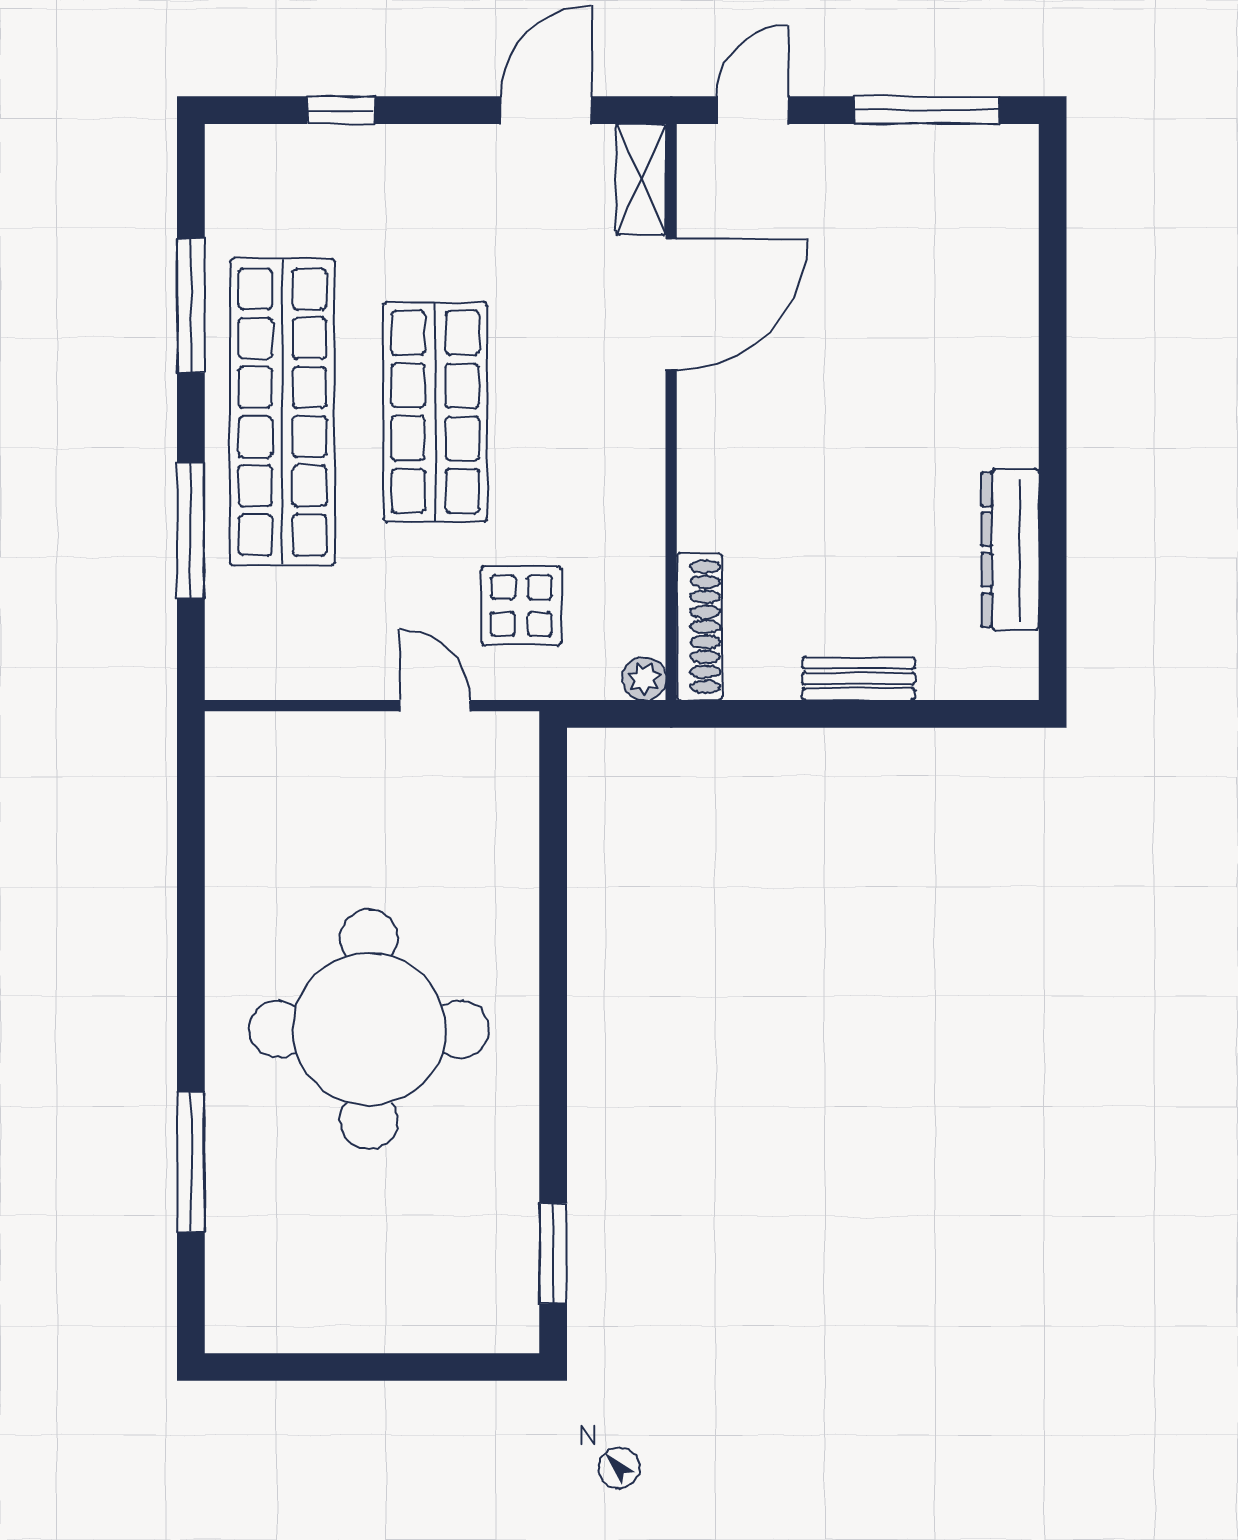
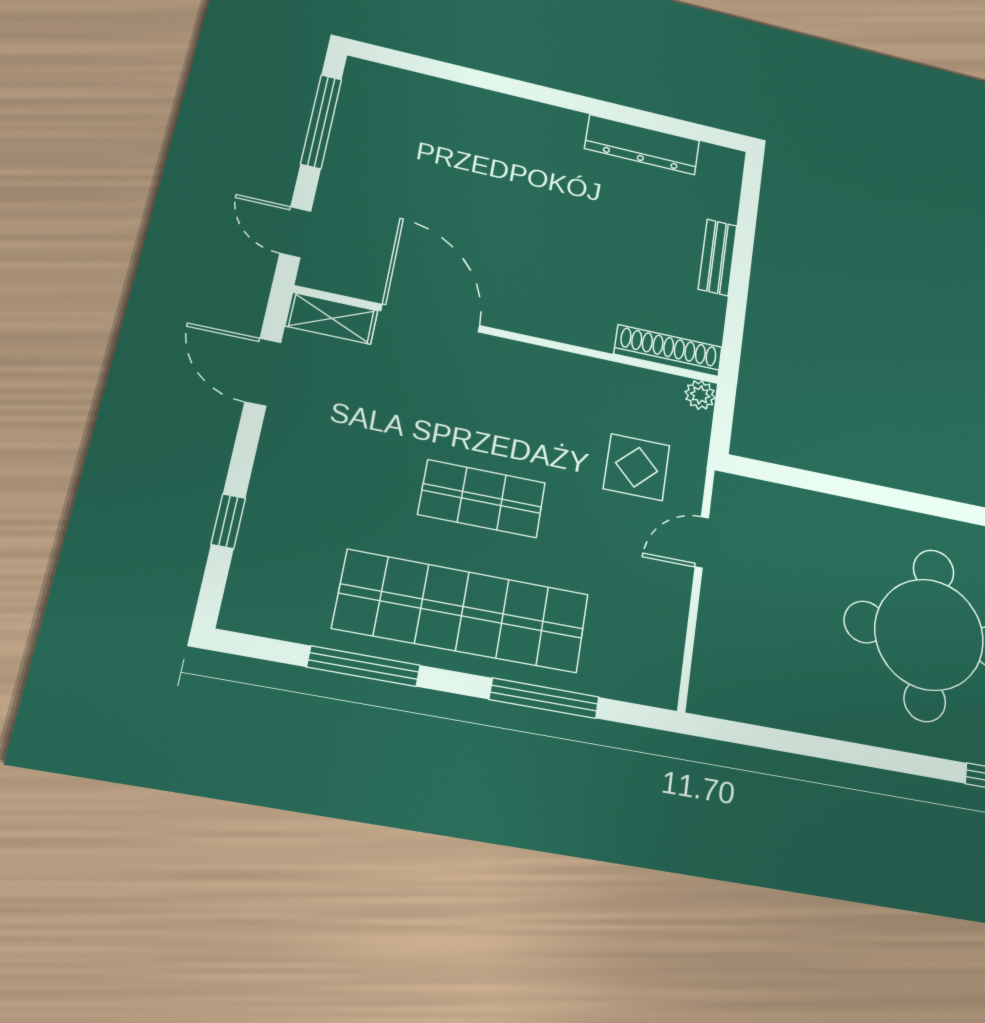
shop shelf: (435, 412) -> (482, 499), width x0.70, depth x0.74

